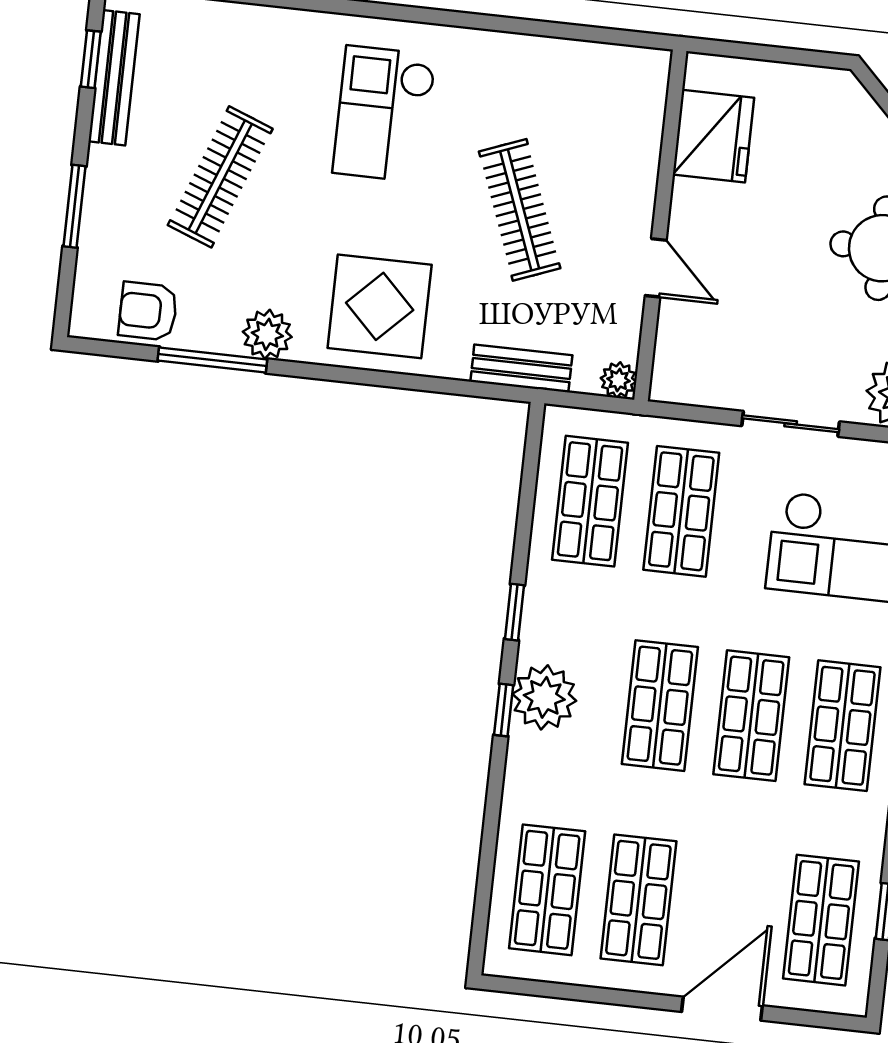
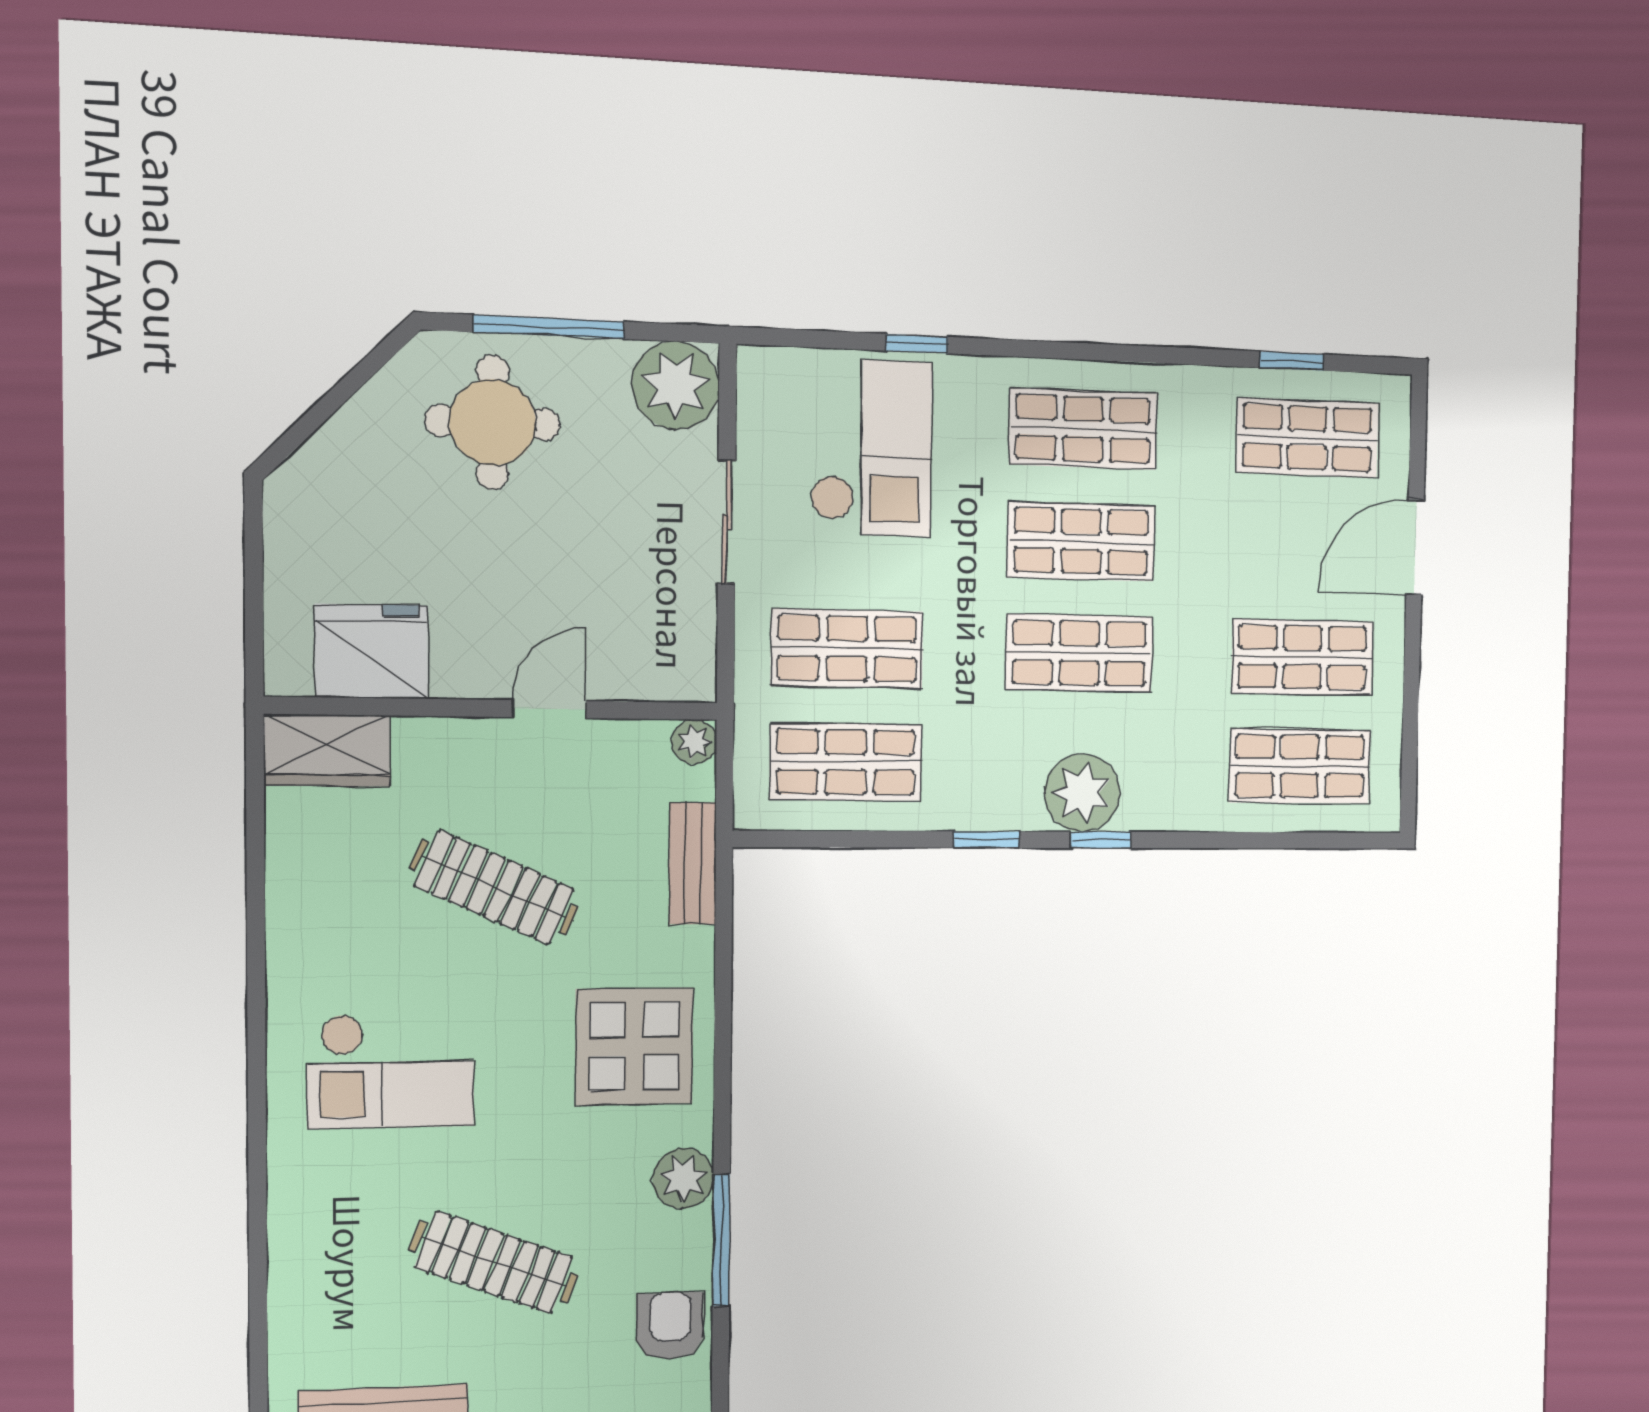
wardrobe: (640, 94) -> (327, 750), added
clothes rail: (520, 210) -> (494, 887), turned 45
armchair: (148, 311) -> (670, 1326), turned 180
door: (722, 1009) -> (1415, 547), hinge flipped

